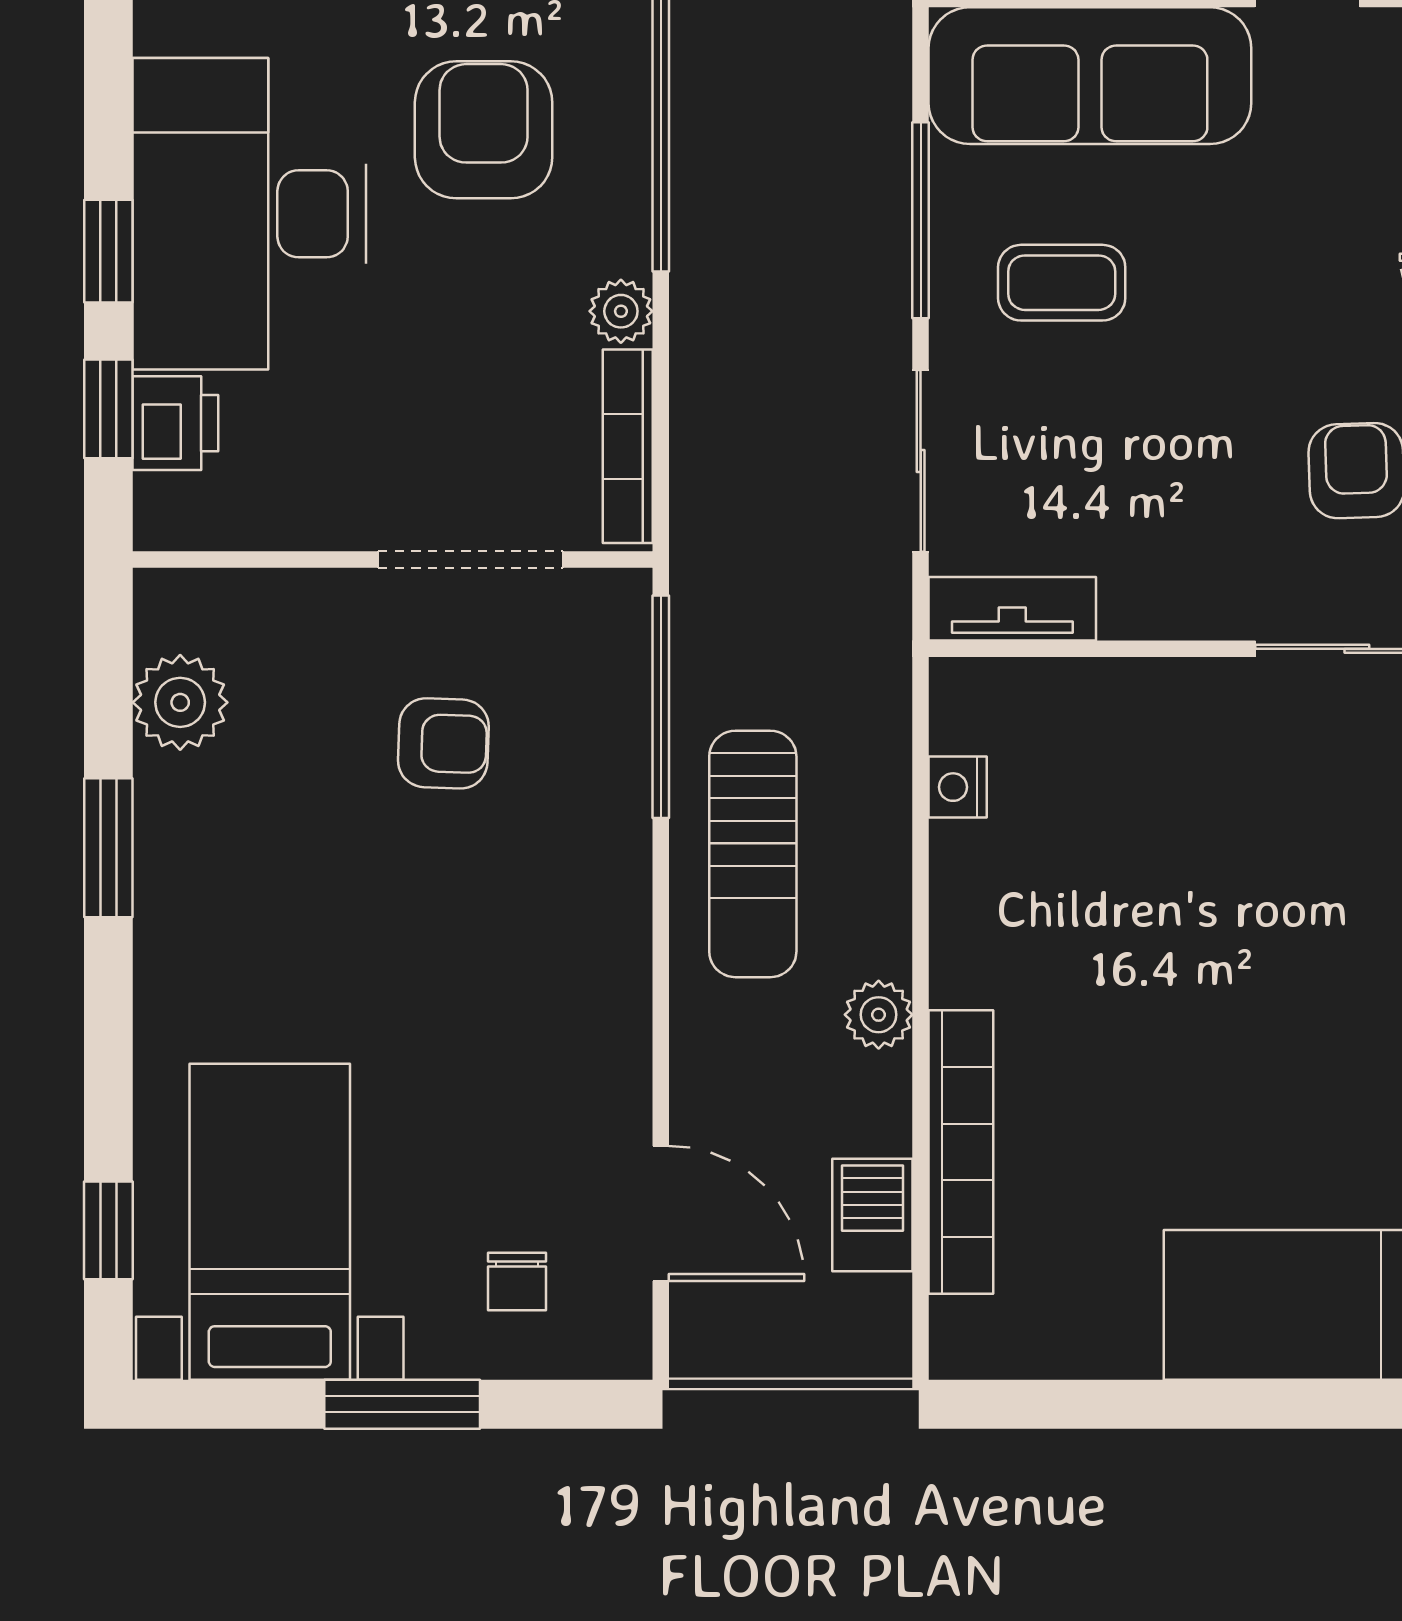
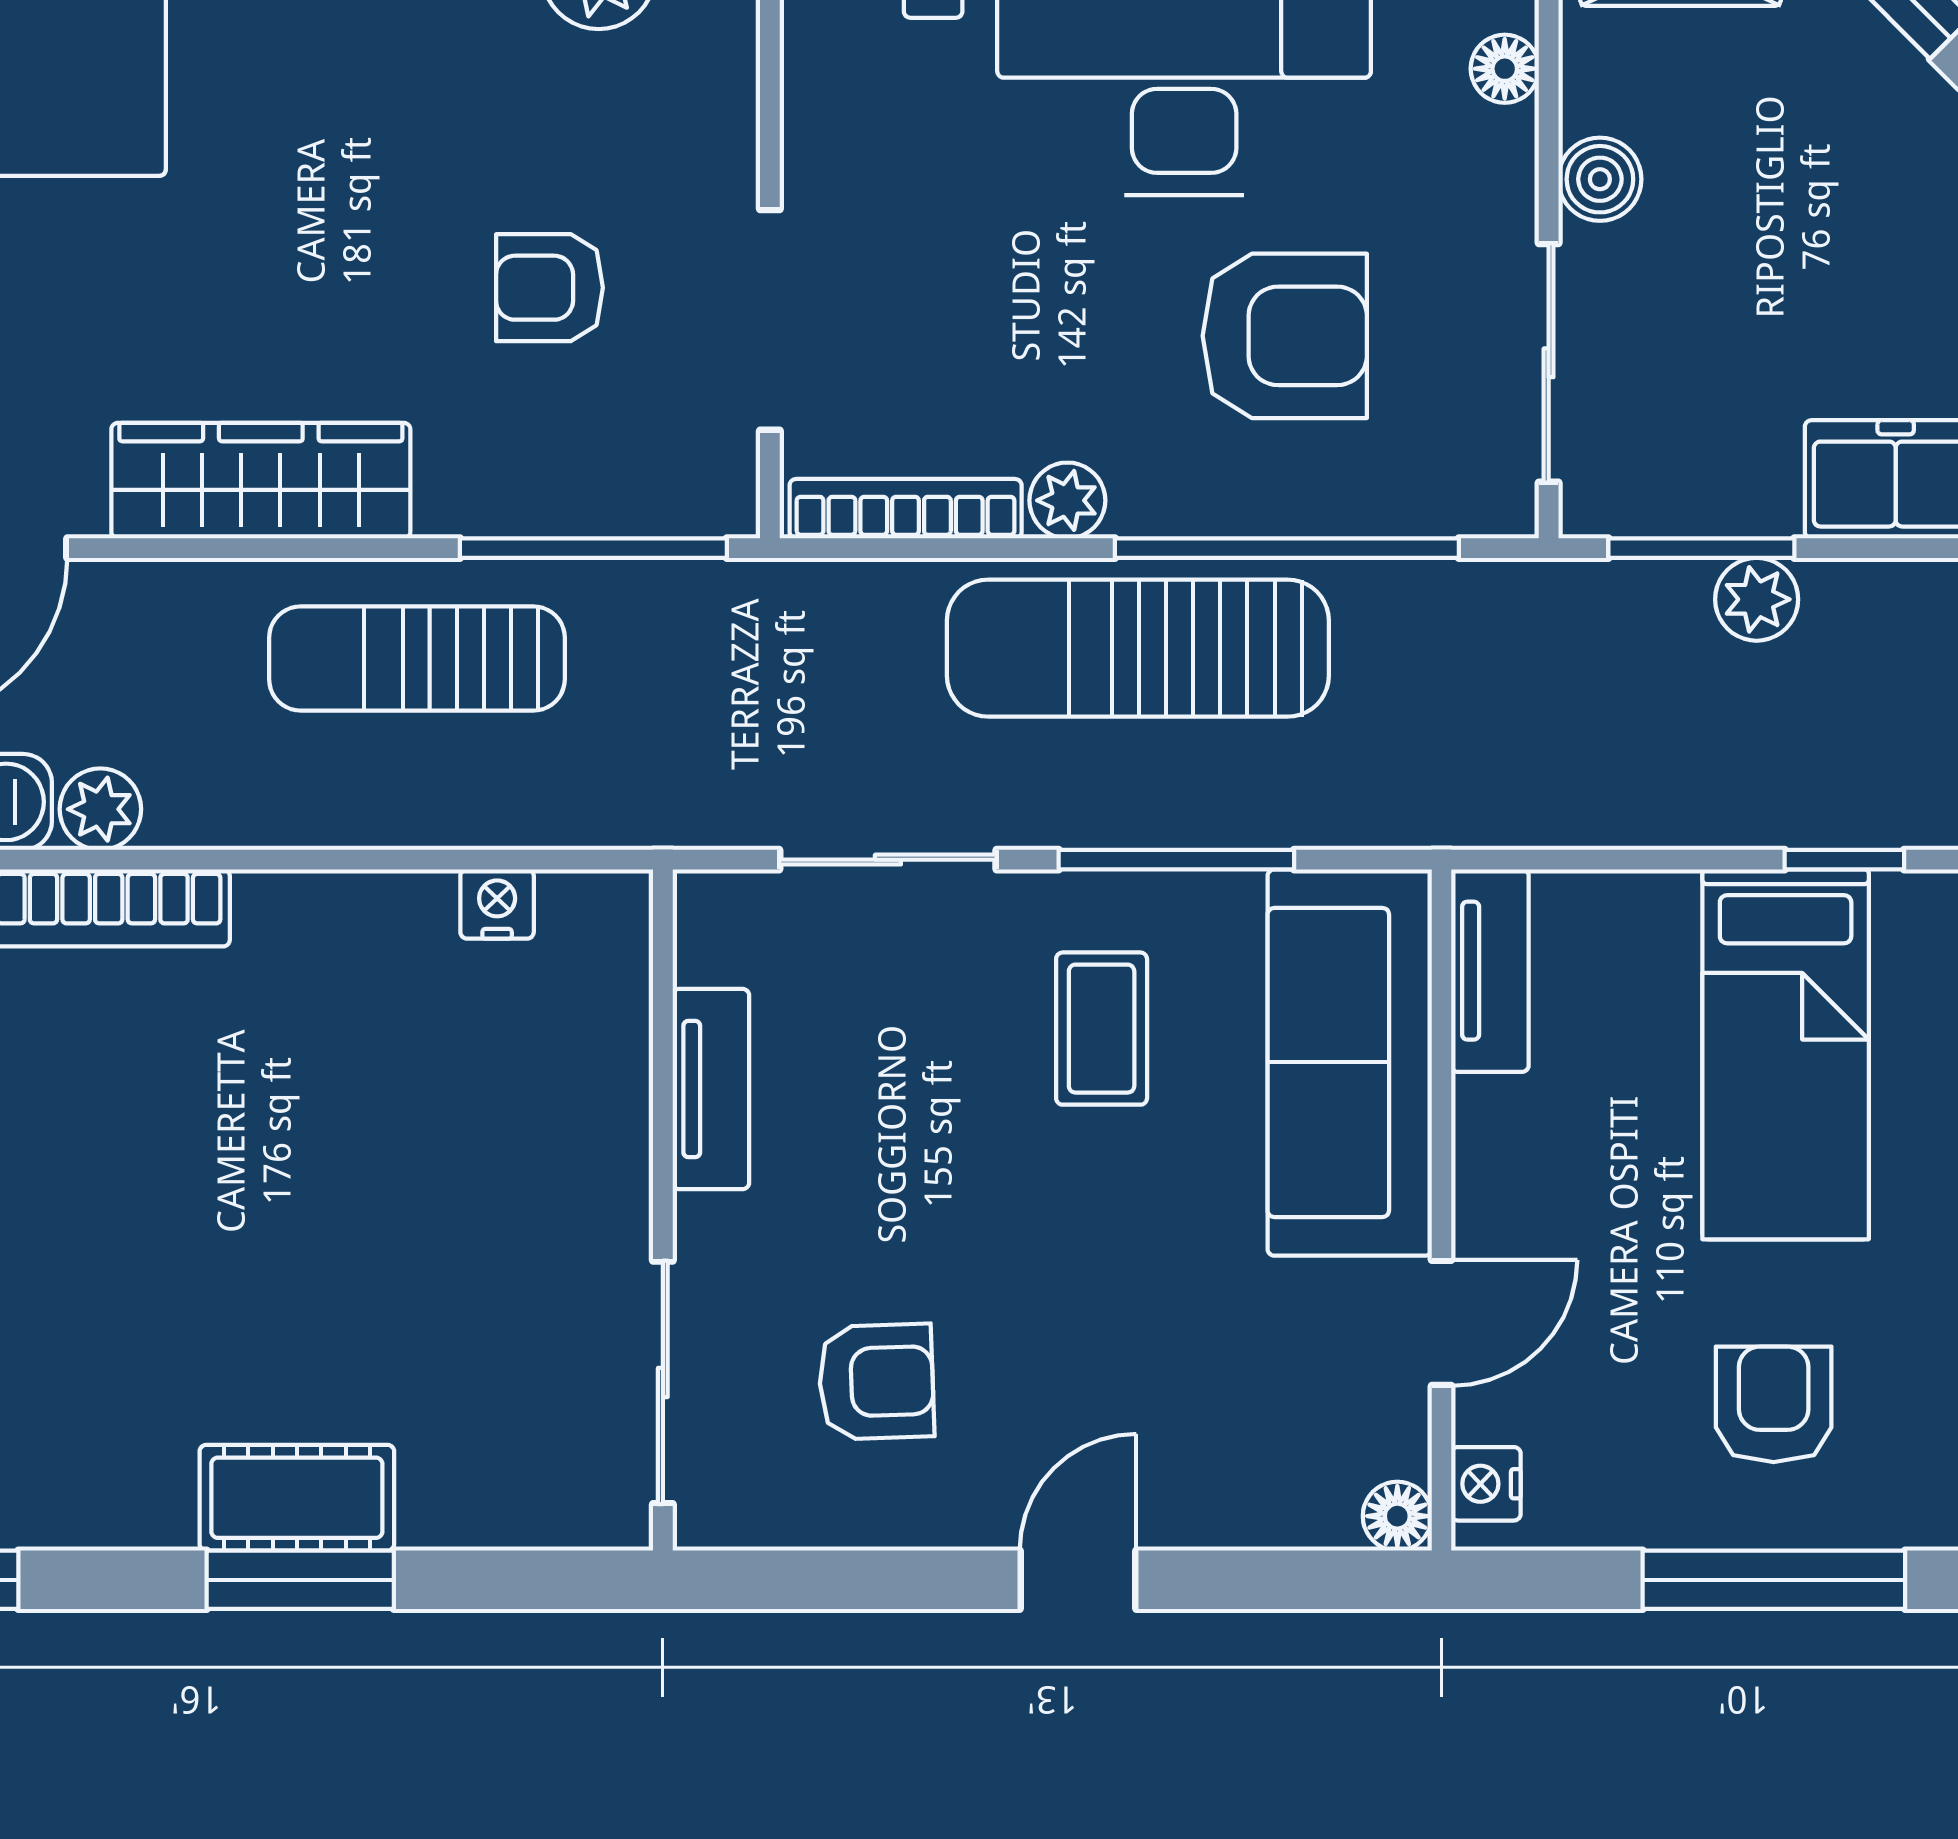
sun lounger: (744, 252) -> (1138, 648), added
tv unit: (1012, 609) -> (711, 1089), moved
armchair: (443, 743) -> (549, 288), turned 88
wardrobe: (604, 984) -> (261, 481), added
plant: (879, 1015) -> (100, 809), moved

